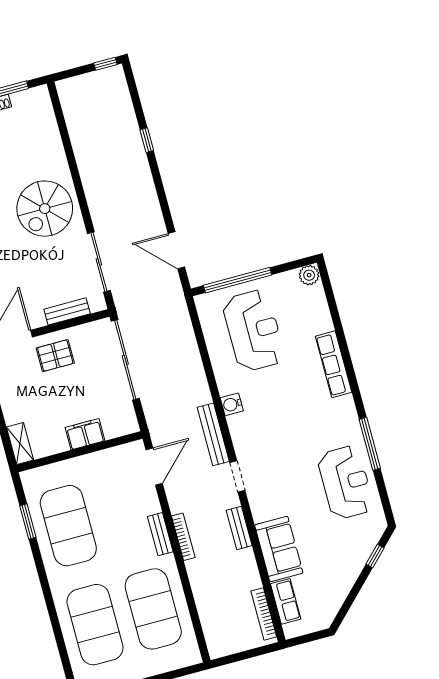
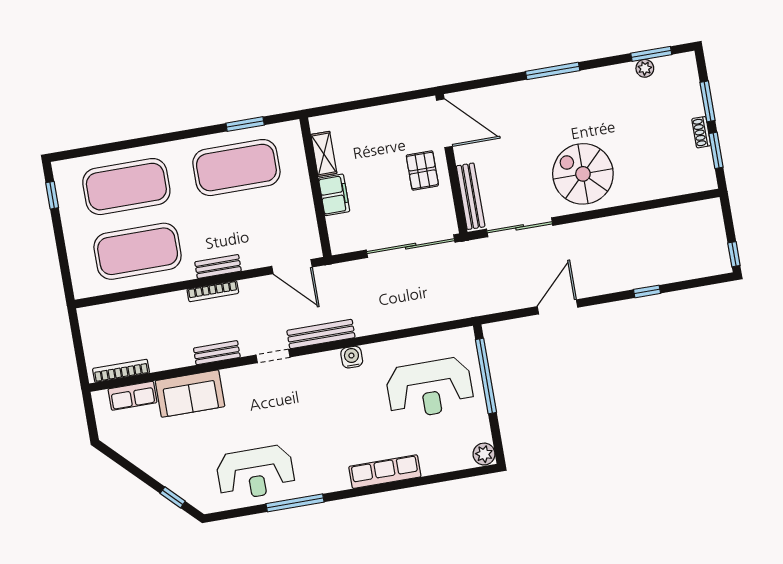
door: (176, 250) -> (557, 307), moved
bench: (67, 311) -> (471, 196), width x1.36
shelving: (20, 444) -> (324, 154), moved, turned 90

